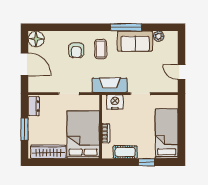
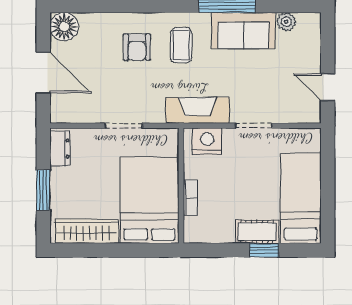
cot: (125, 152) -> (257, 232), moved

